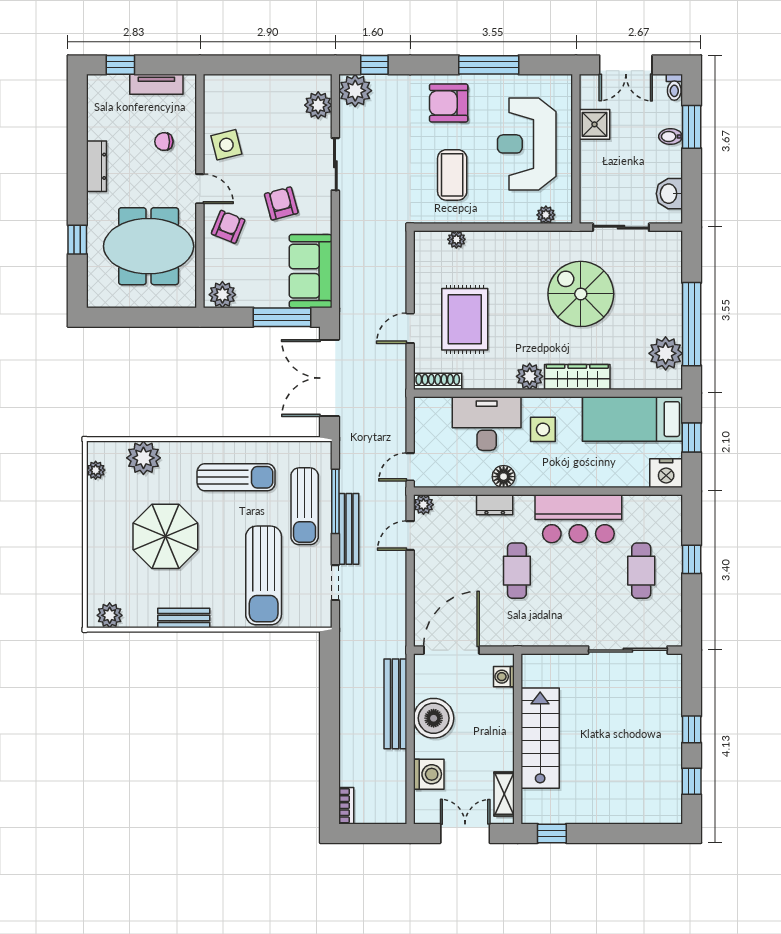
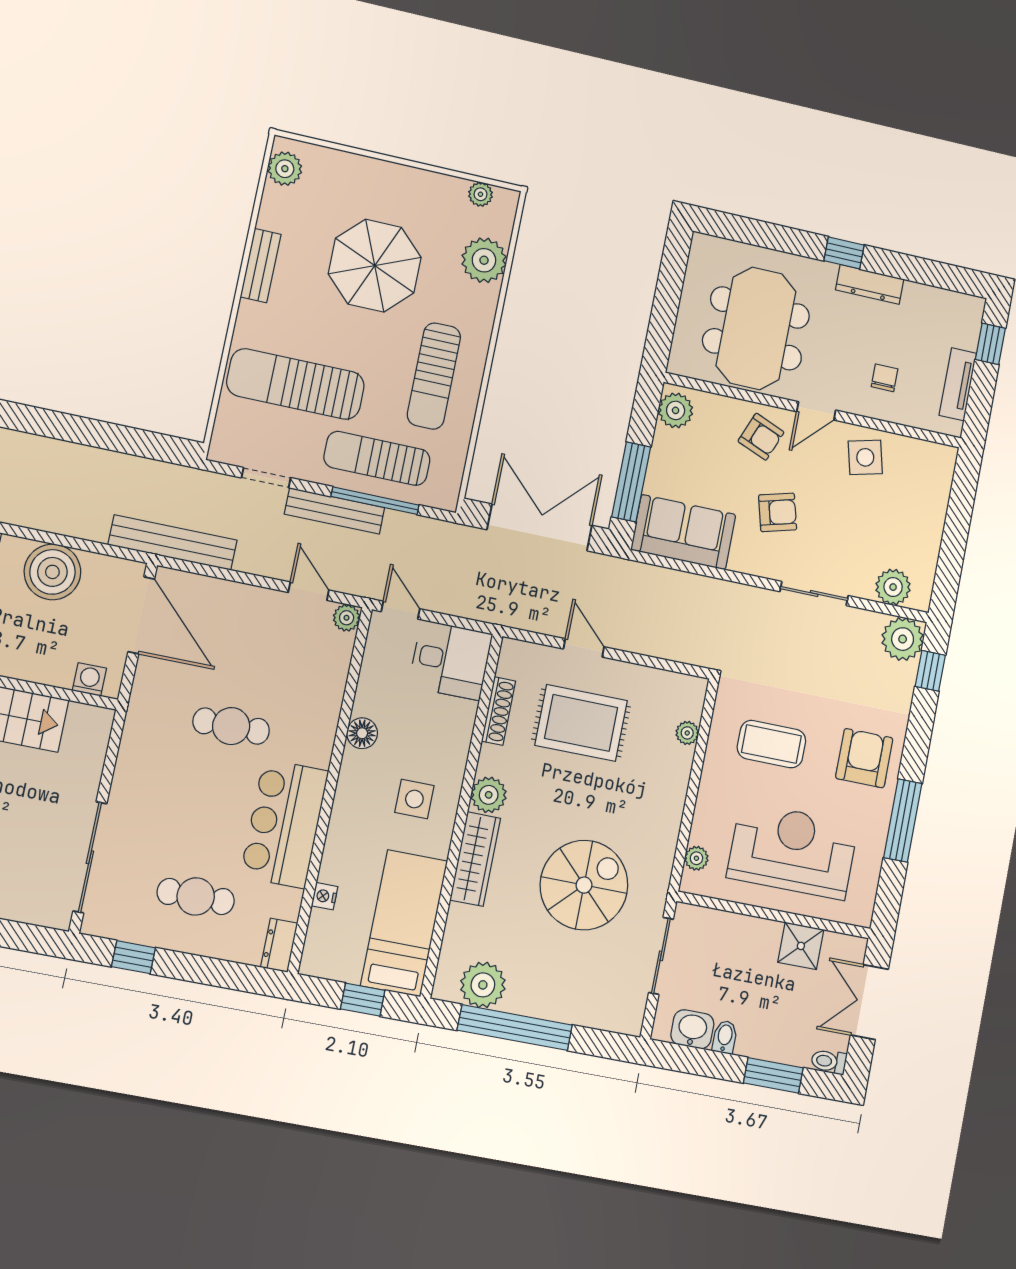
bidet: (671, 136) -> (725, 1037), moved
window: (77, 240) -> (844, 253), moved
shoe rack: (438, 381) -> (498, 711), moved
desk: (487, 424) -> (451, 660), moved, width x0.73
nightstand: (666, 473) -> (325, 896), moved, width x0.53, depth x0.56
dresser: (495, 505) -> (279, 945), moved
window: (692, 559) -> (133, 957), moved
bench: (395, 704) -> (173, 543), moved

